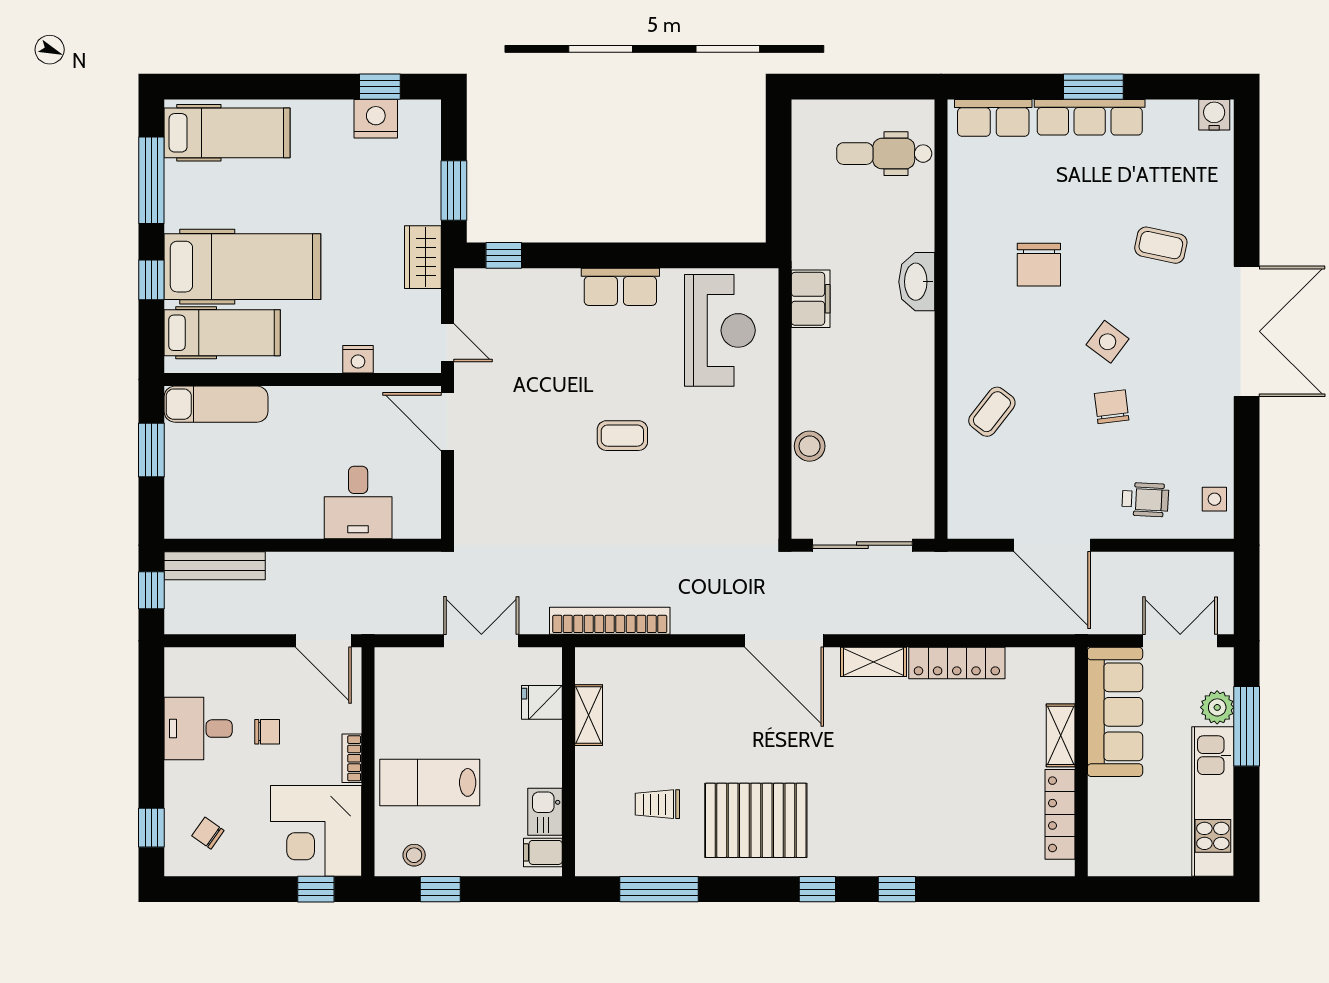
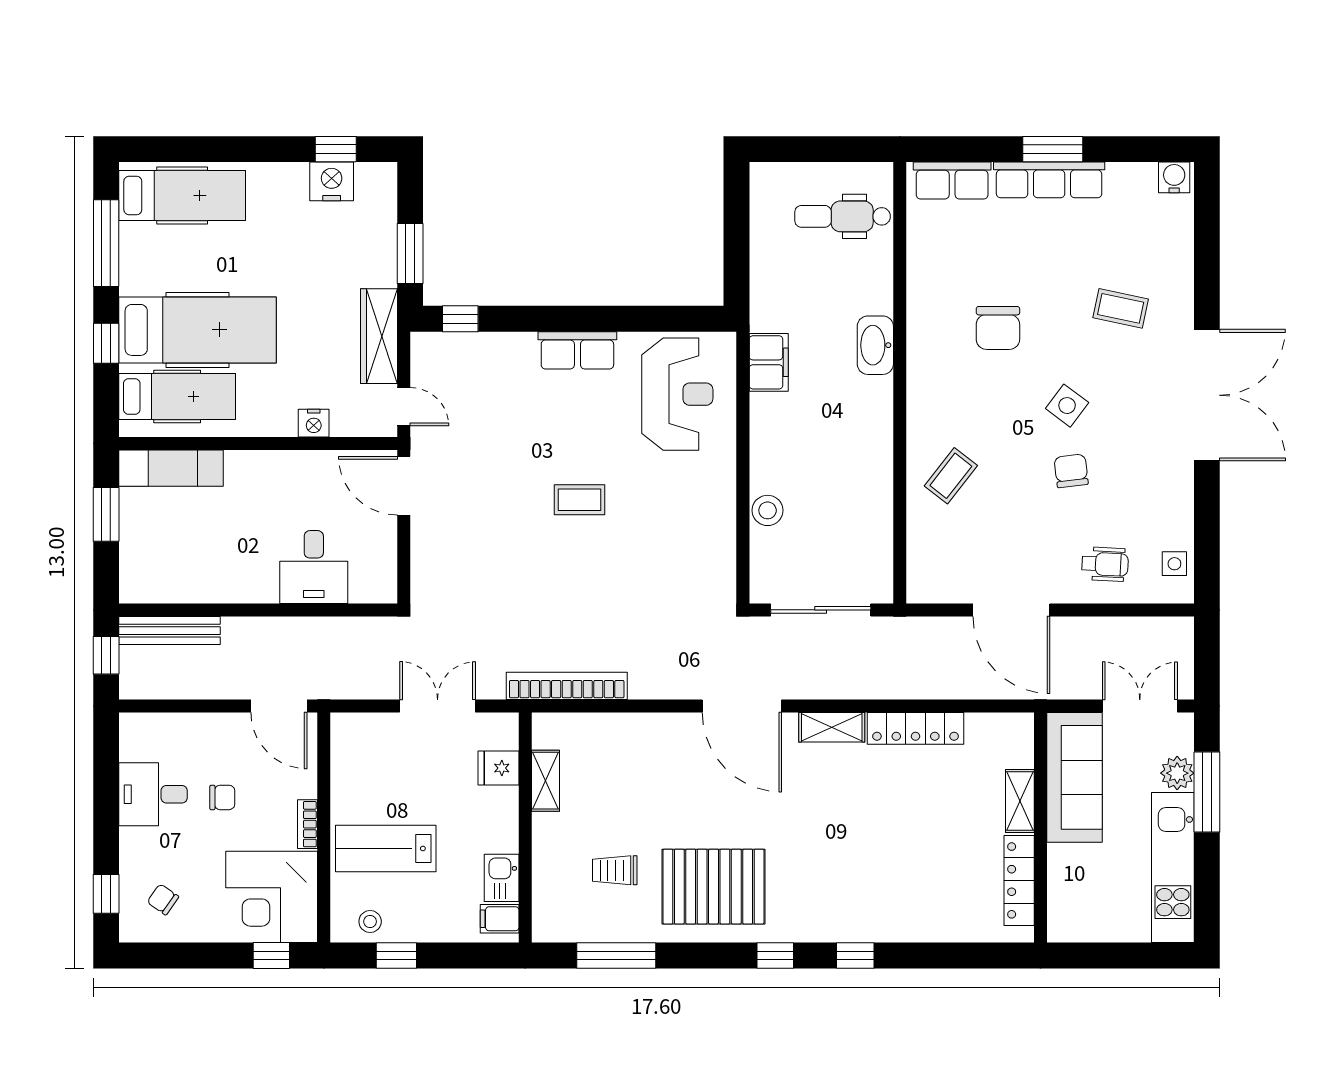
wardrobe: (423, 257) -> (379, 336), width x1.50

